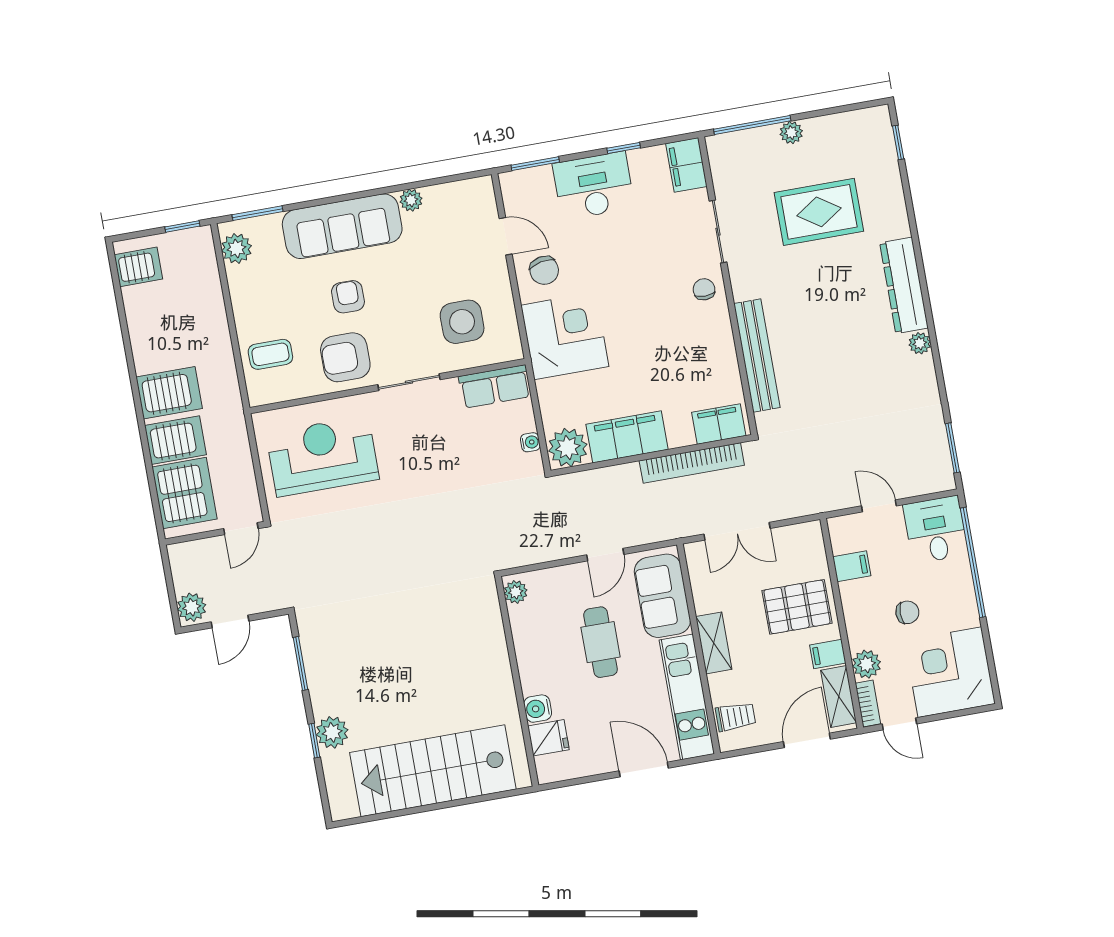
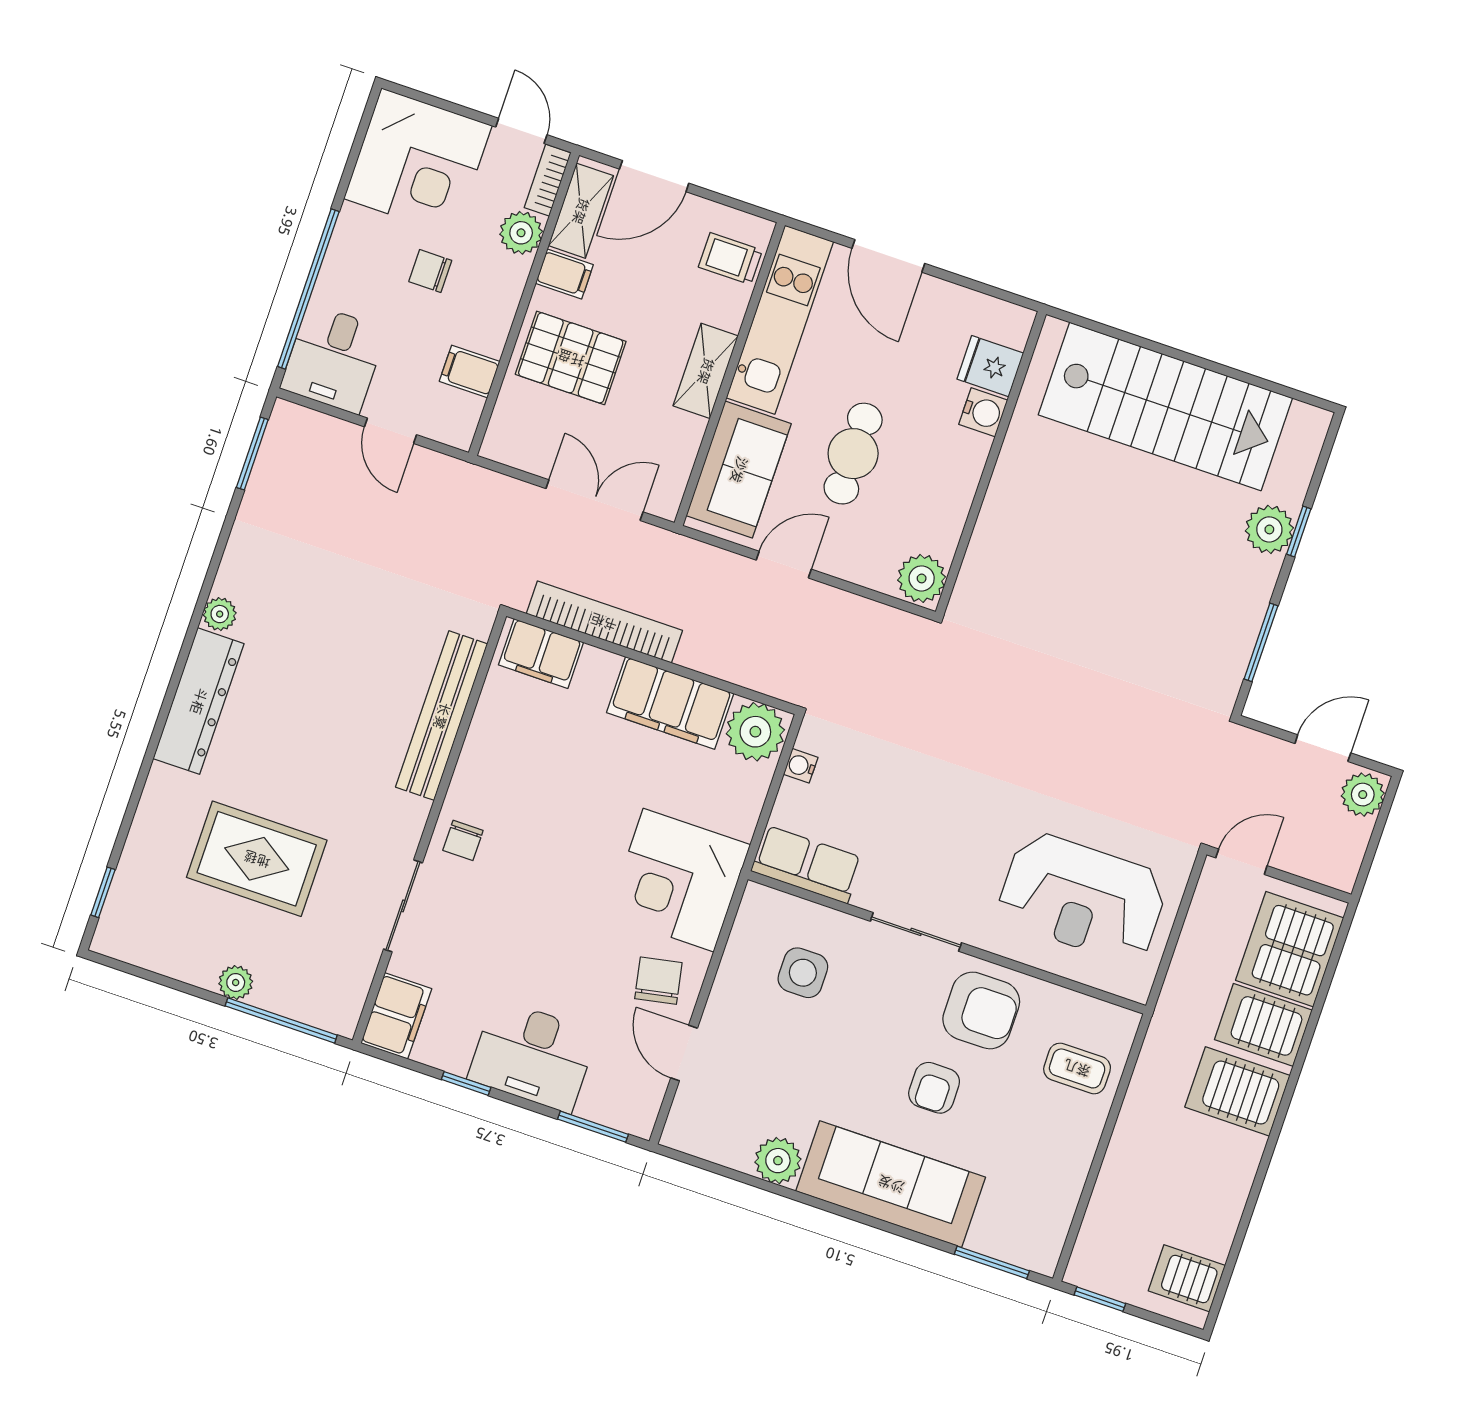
plant: (411, 200) -> (778, 1161), width x1.38, depth x1.38
plant: (236, 248) -> (1045, 1231), removed
side table: (462, 322) -> (803, 973), width x0.73, depth x0.73
plant: (516, 592) -> (922, 578), width x1.38, depth x1.38

